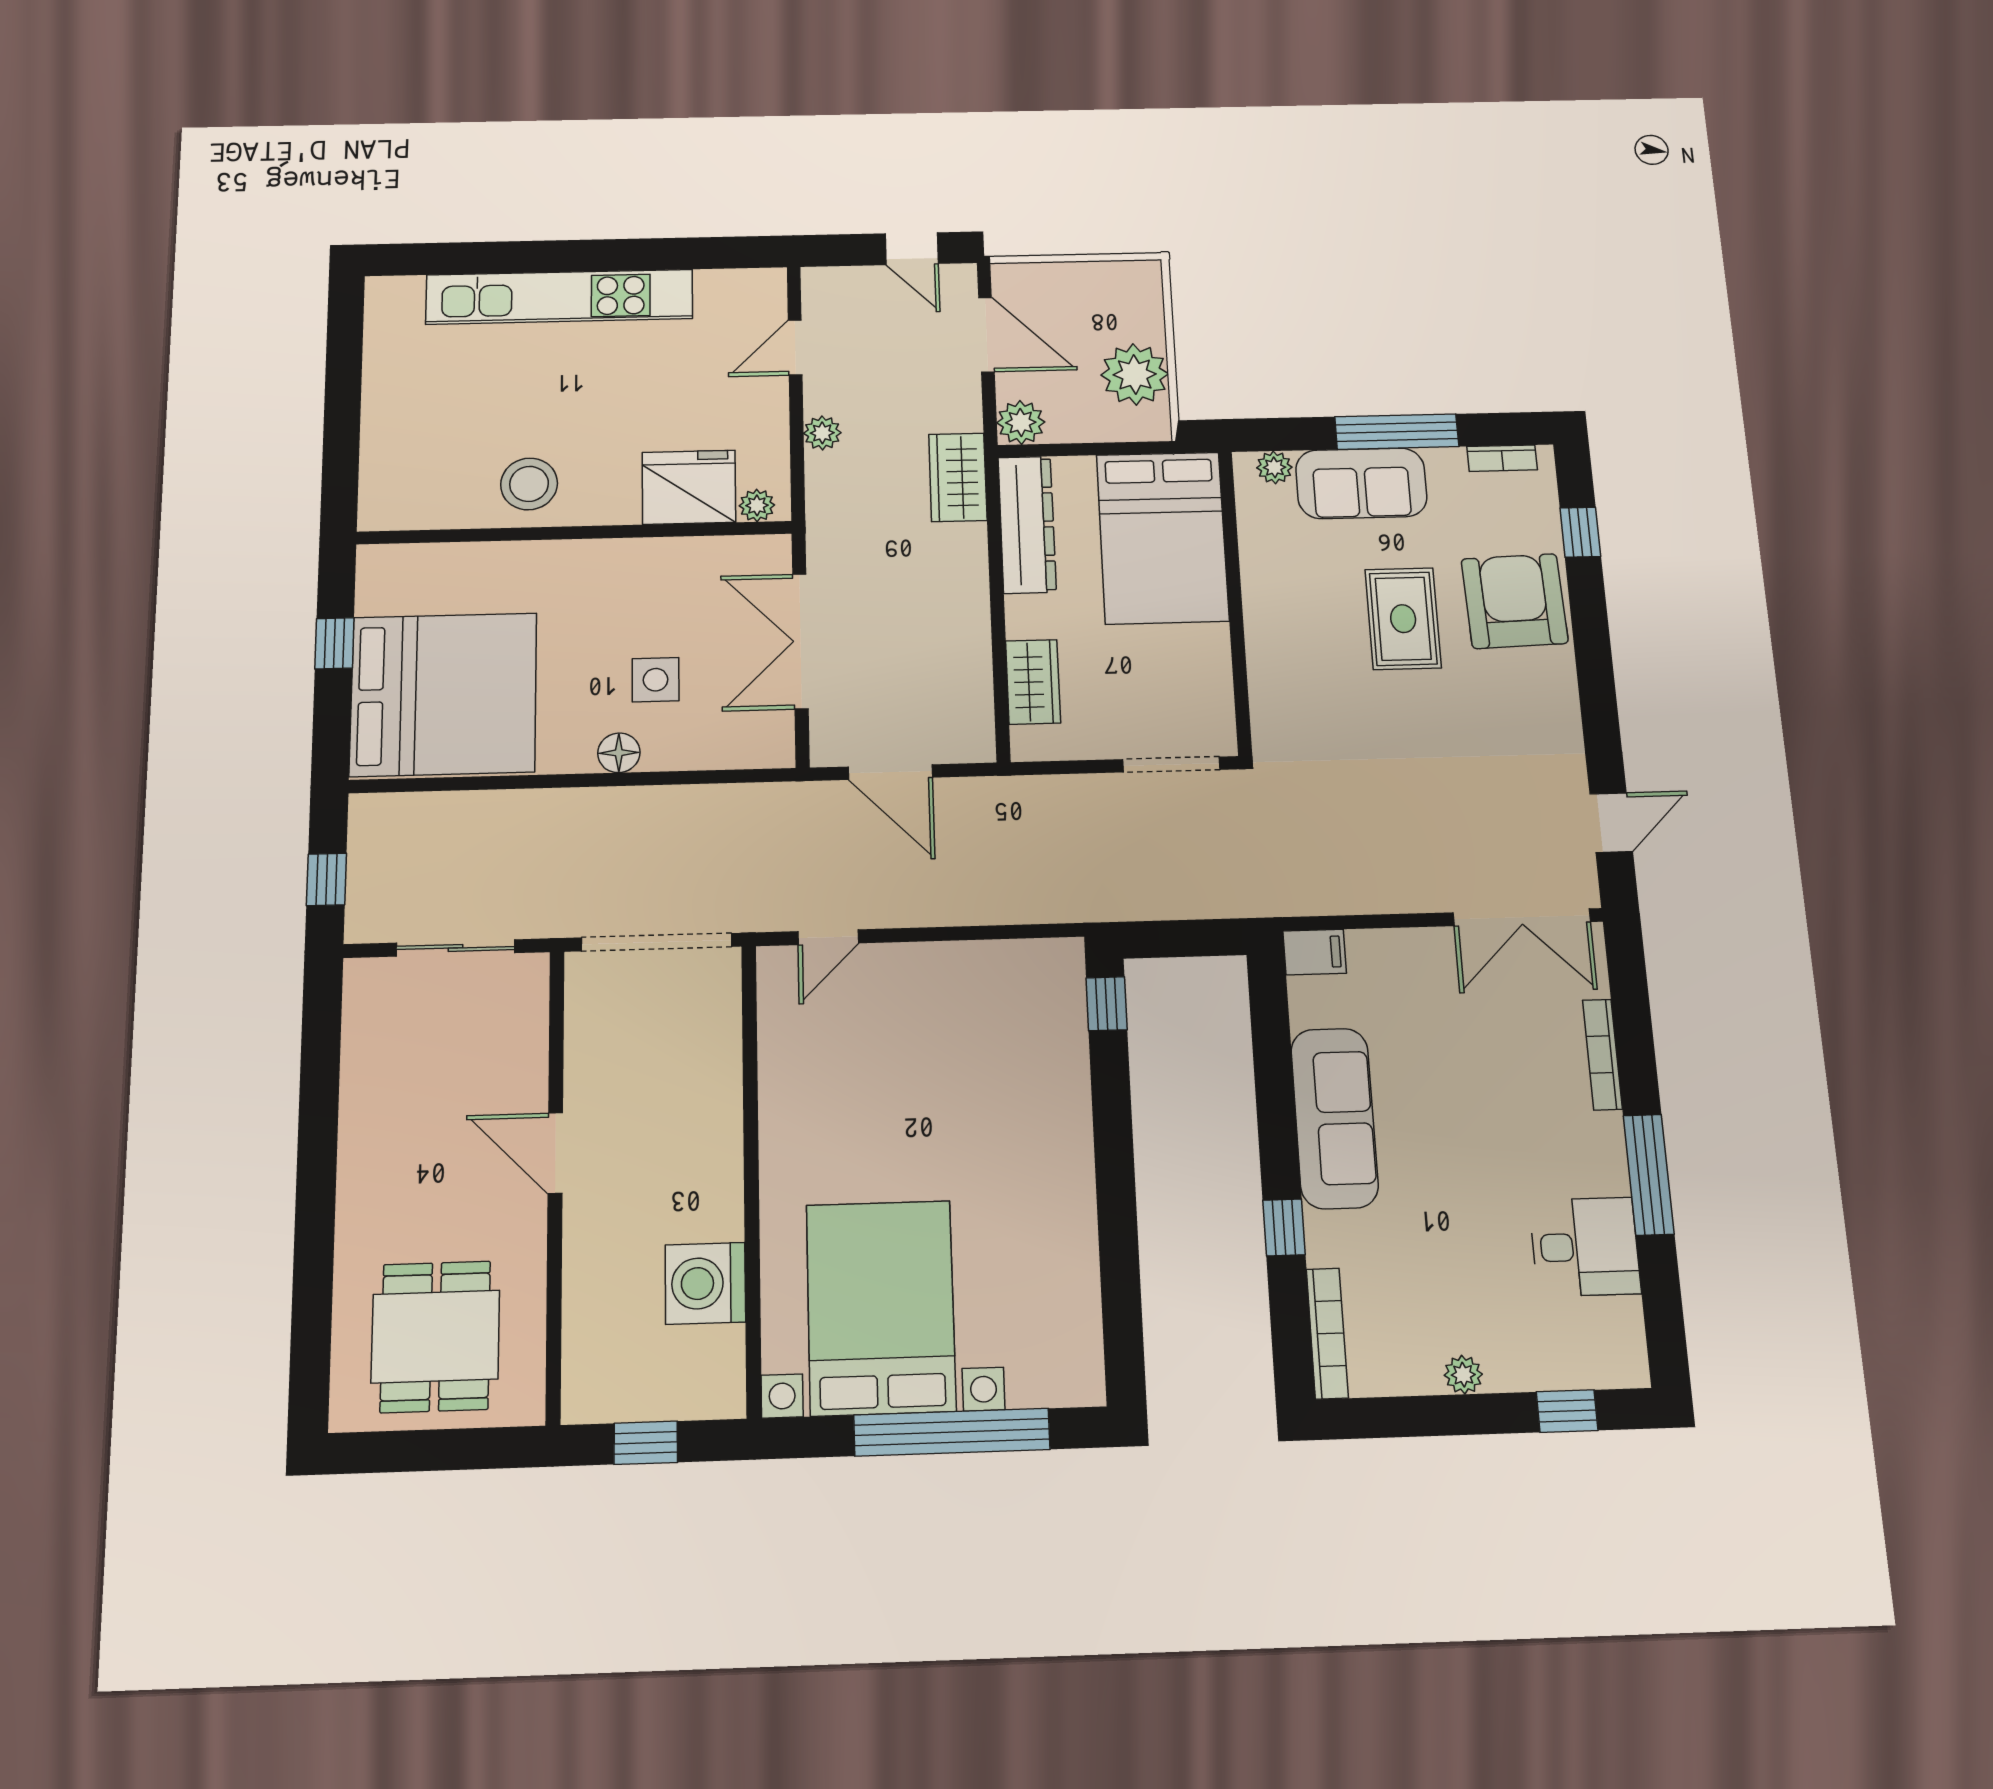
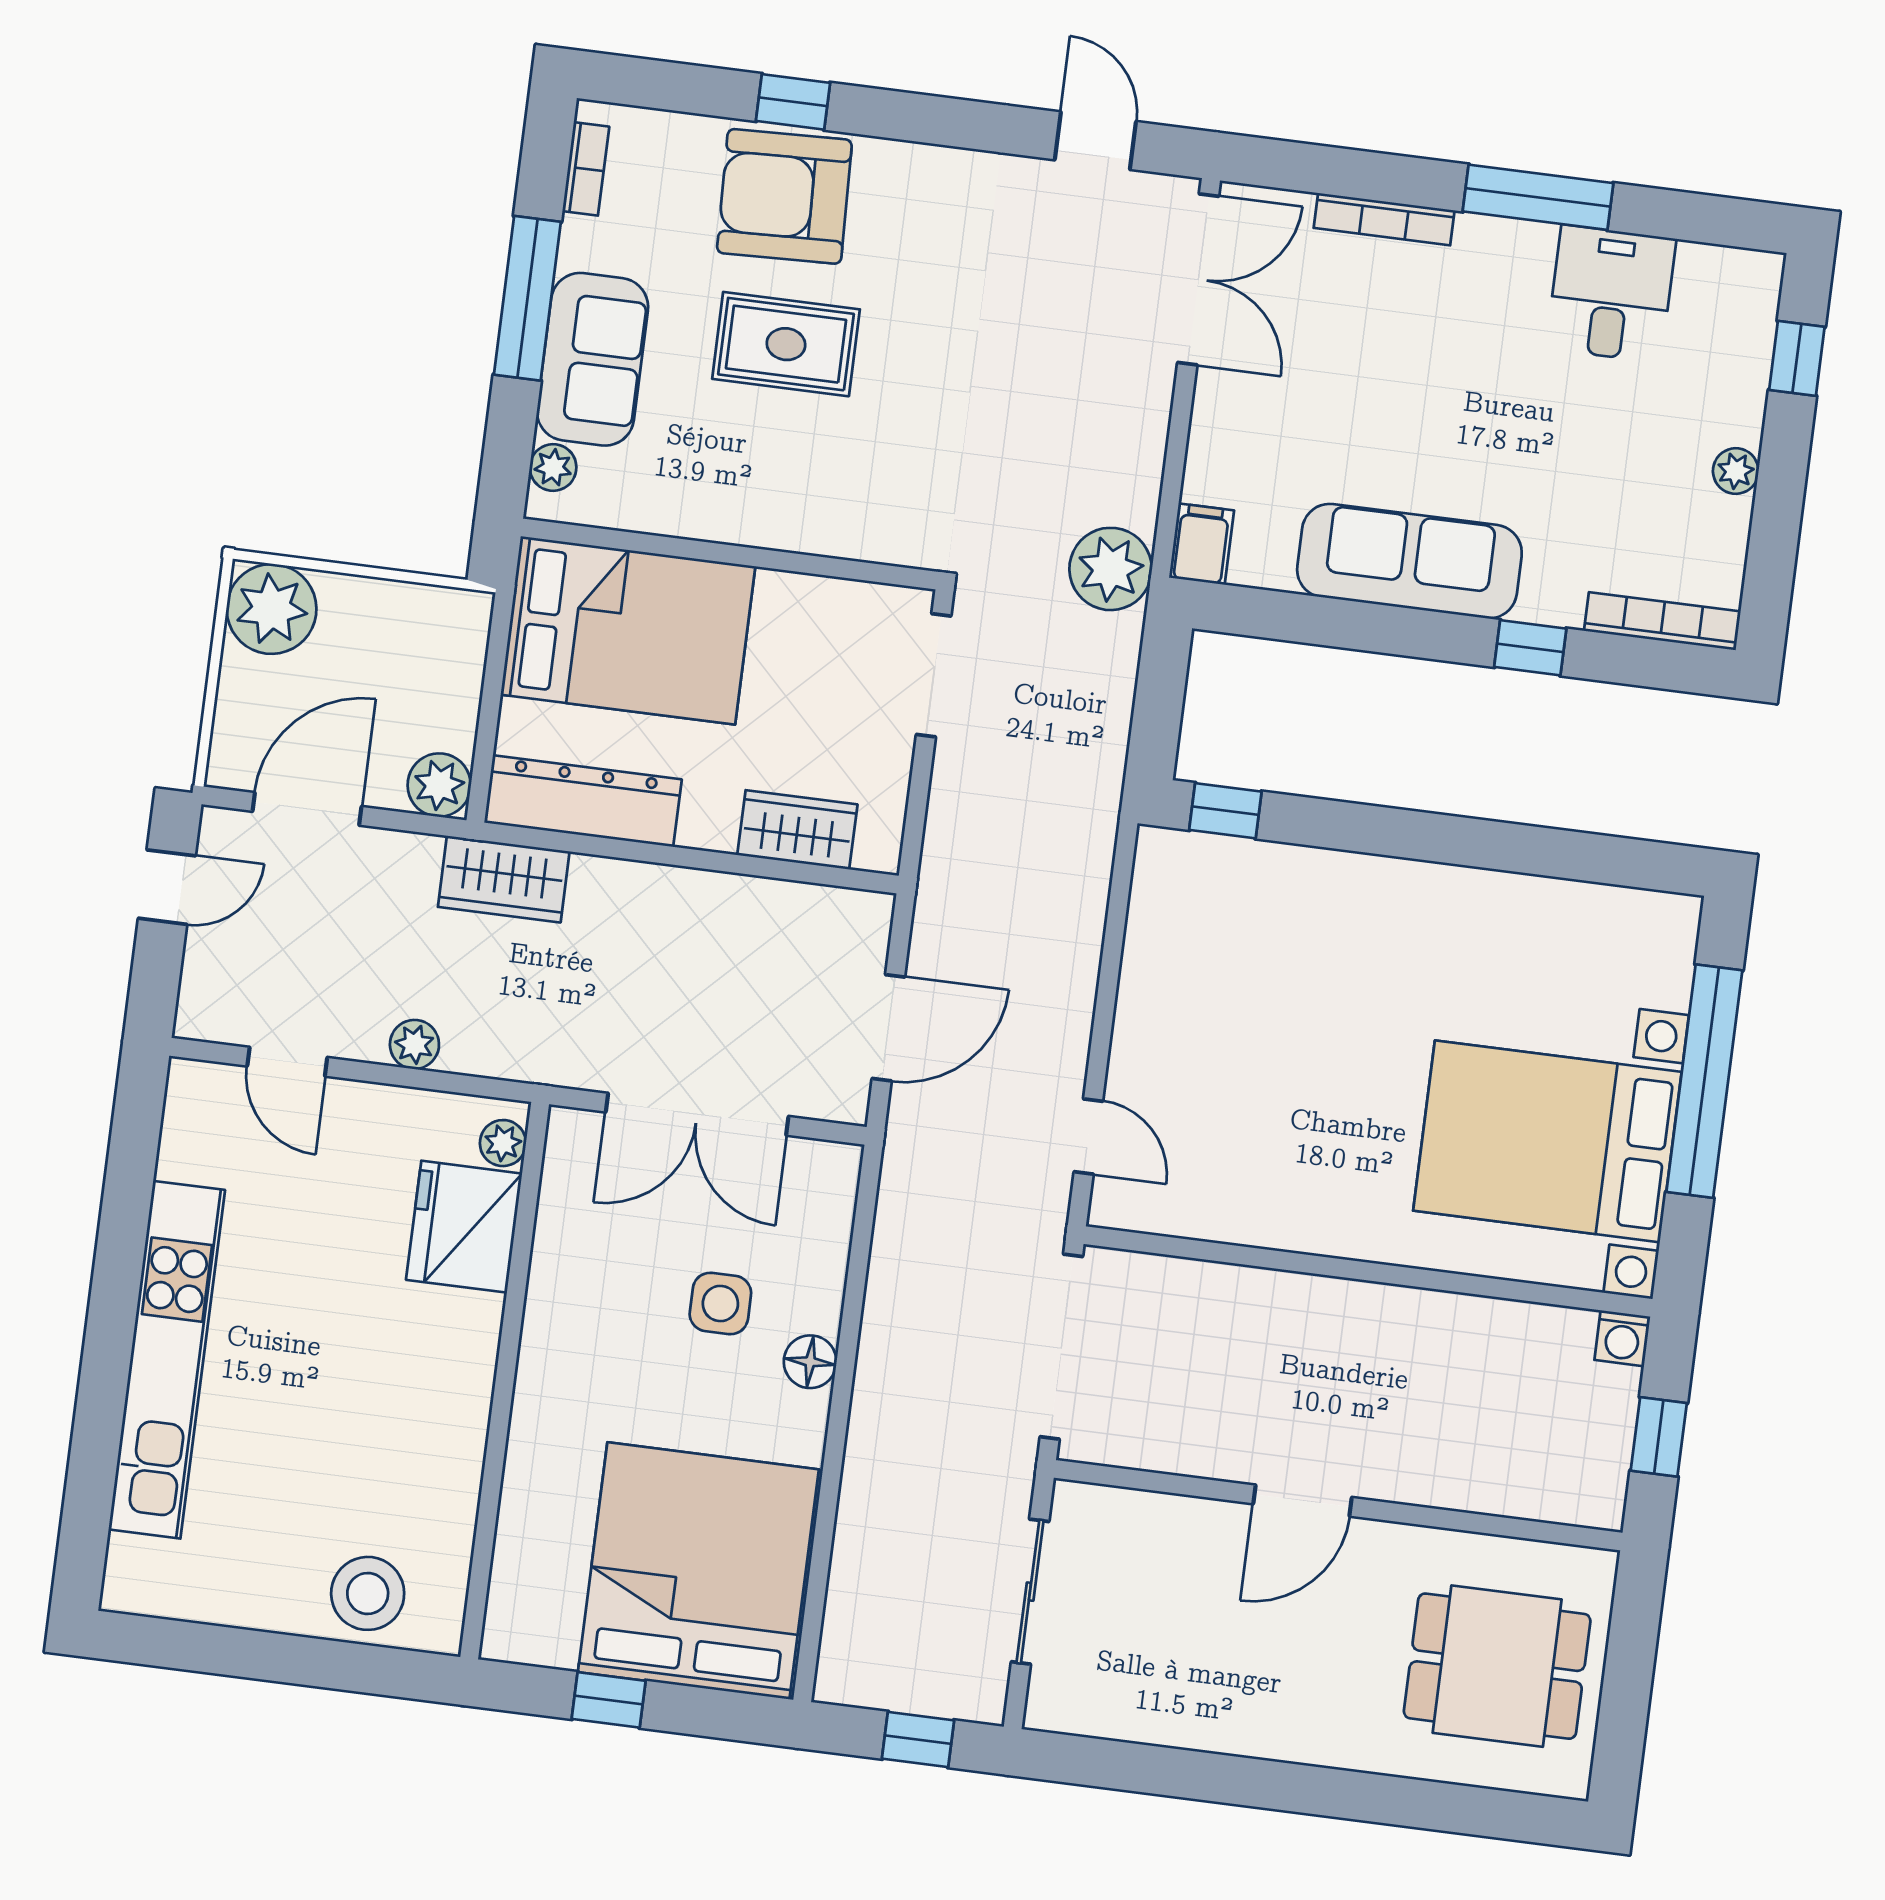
plant: (1135, 374) -> (272, 609), moved
stool: (529, 484) -> (368, 1593), moved
window: (1580, 532) -> (793, 102), moved
plant: (1281, 885) -> (1111, 569), added
washing machine: (705, 1283) -> (1622, 1338), moved, width x0.53, depth x0.53

